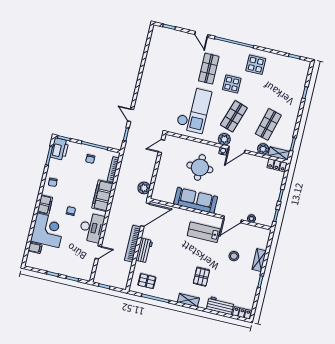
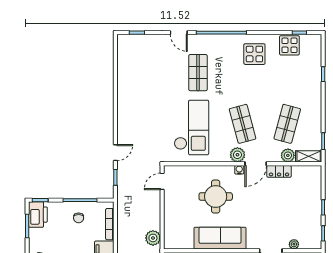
display table: (232, 84) -> (289, 45), moved
door: (131, 115) -> (115, 153), swing flipped
shop shelf: (234, 116) -> (243, 124), turned -33
locker: (277, 165) -> (279, 171), moved

